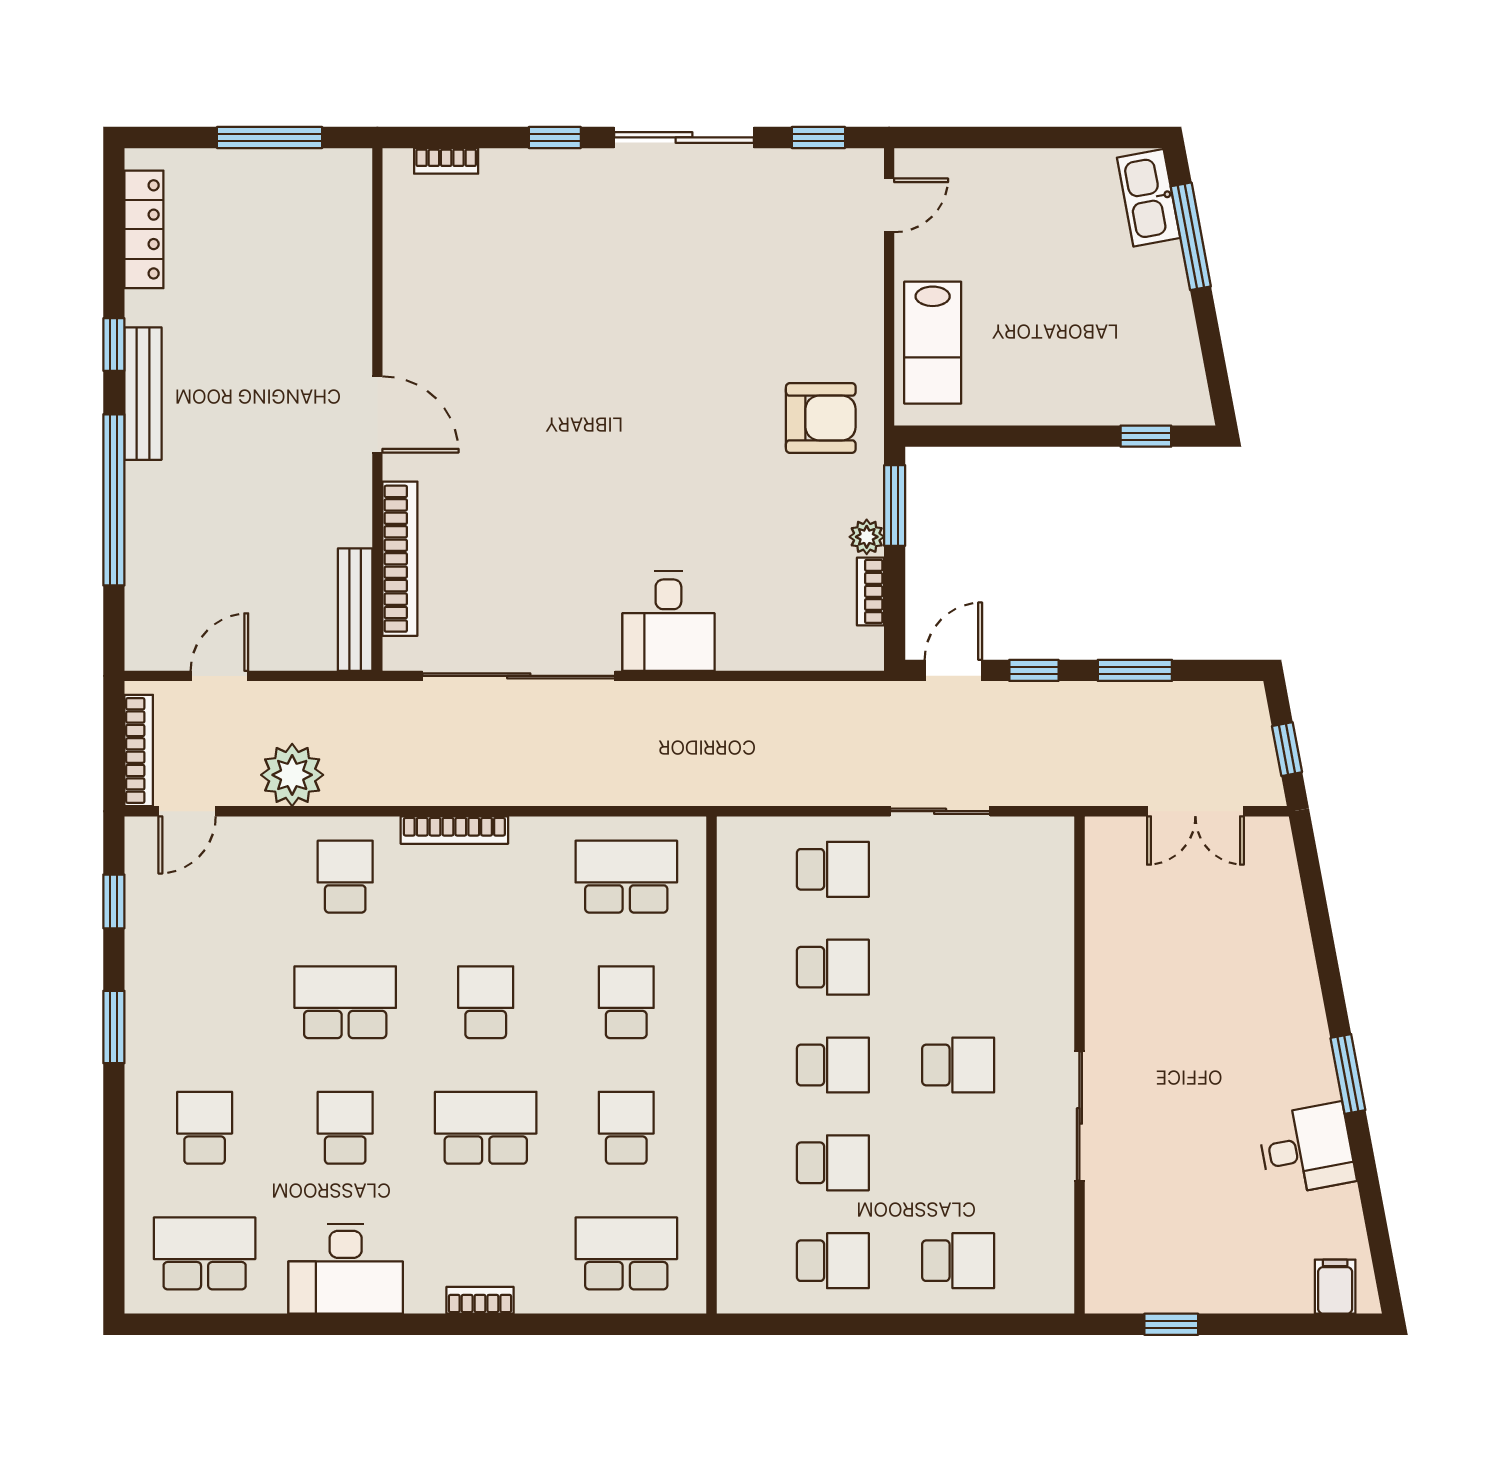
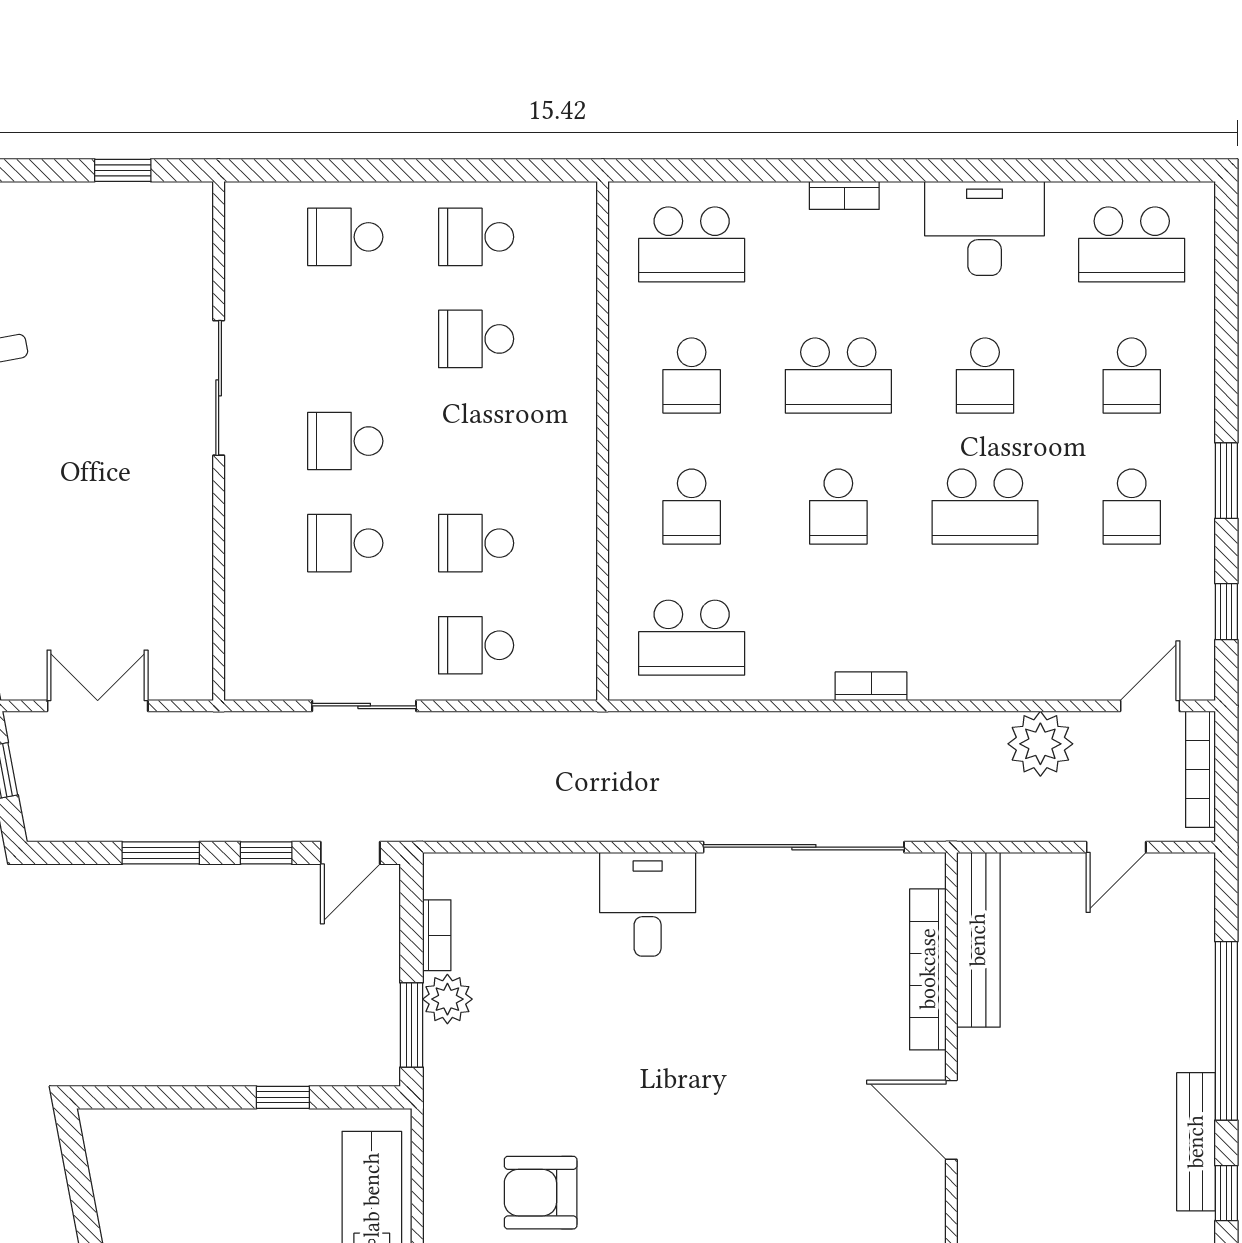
armchair: (821, 418) -> (541, 1193), moved
window: (1146, 436) -> (283, 1097), moved
plant: (867, 537) -> (447, 999), width x1.38, depth x1.38
bench: (355, 610) -> (978, 940), width x1.37, depth x1.21
bookcase: (454, 830) -> (871, 686), width x0.64
school desk: (345, 877) -> (1132, 507), moved
school desk: (833, 1065) -> (345, 543), moved

